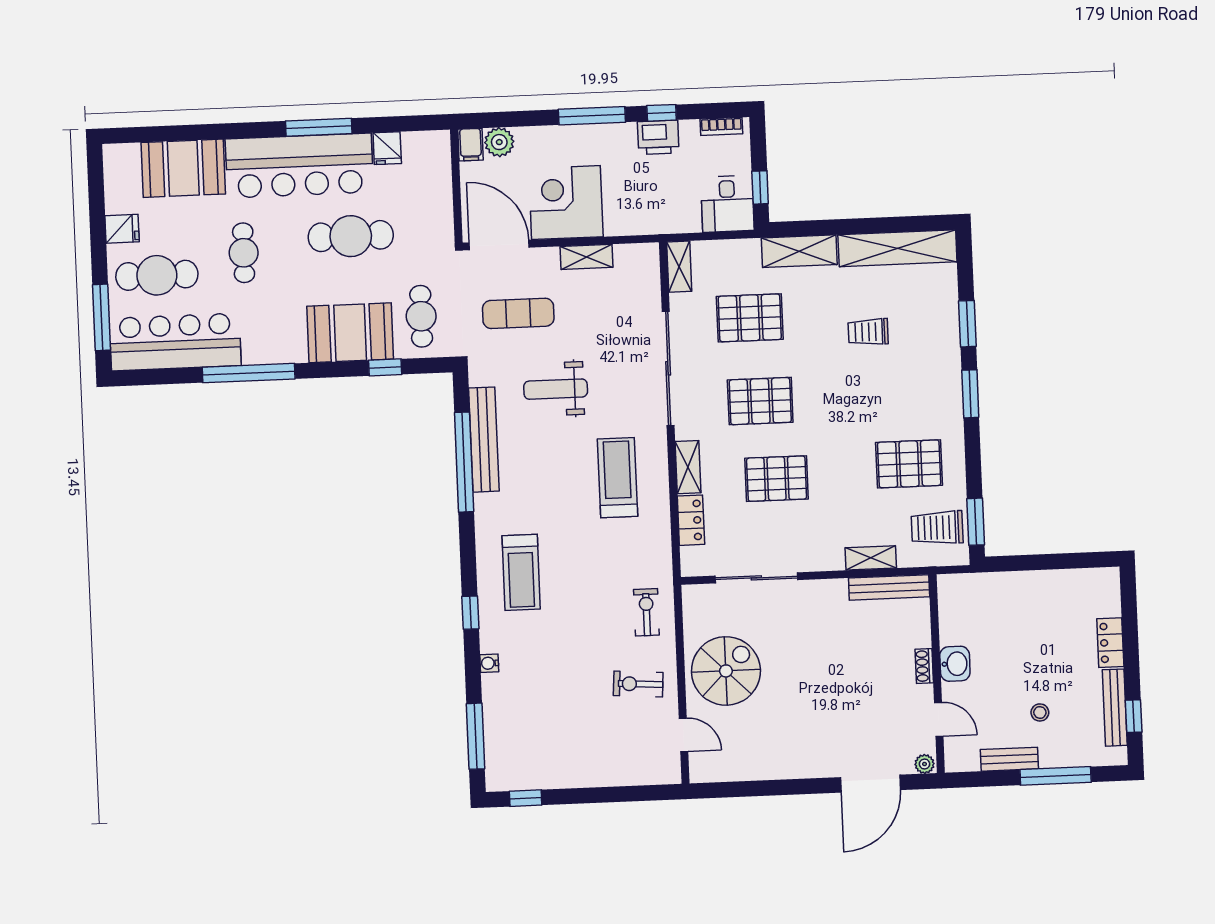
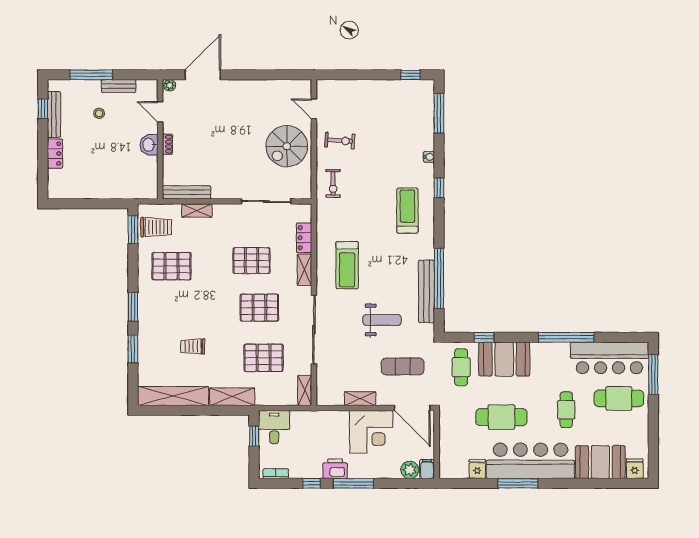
printer: (658, 137) -> (335, 469), moved
fridge: (122, 229) -> (635, 469), moved, turned 90
trolley: (868, 332) -> (193, 346), turned 180

